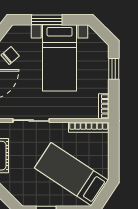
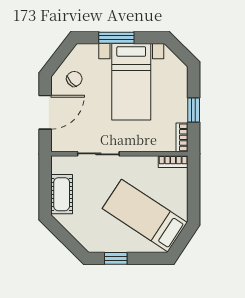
window: (114, 69) -> (194, 110), moved
bookcase: (89, 127) -> (173, 162), width x0.64

